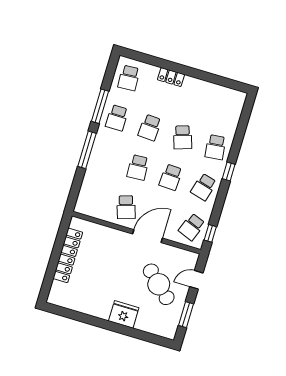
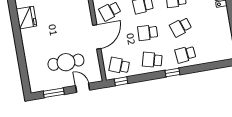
door: (147, 236) -> (97, 37), hinge flipped
cafe table: (159, 284) -> (66, 62), turned 47
fridge: (124, 314) -> (26, 18), moved

